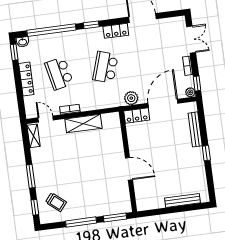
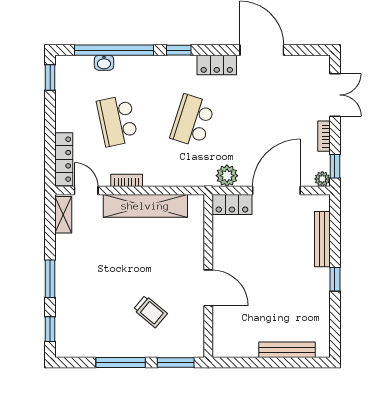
washbasin: (23, 42) -> (104, 63), moved
locker: (26, 79) -> (64, 159), moved
shelving: (83, 124) -> (145, 206), width x1.47
trolley: (56, 202) -> (150, 312), moved

